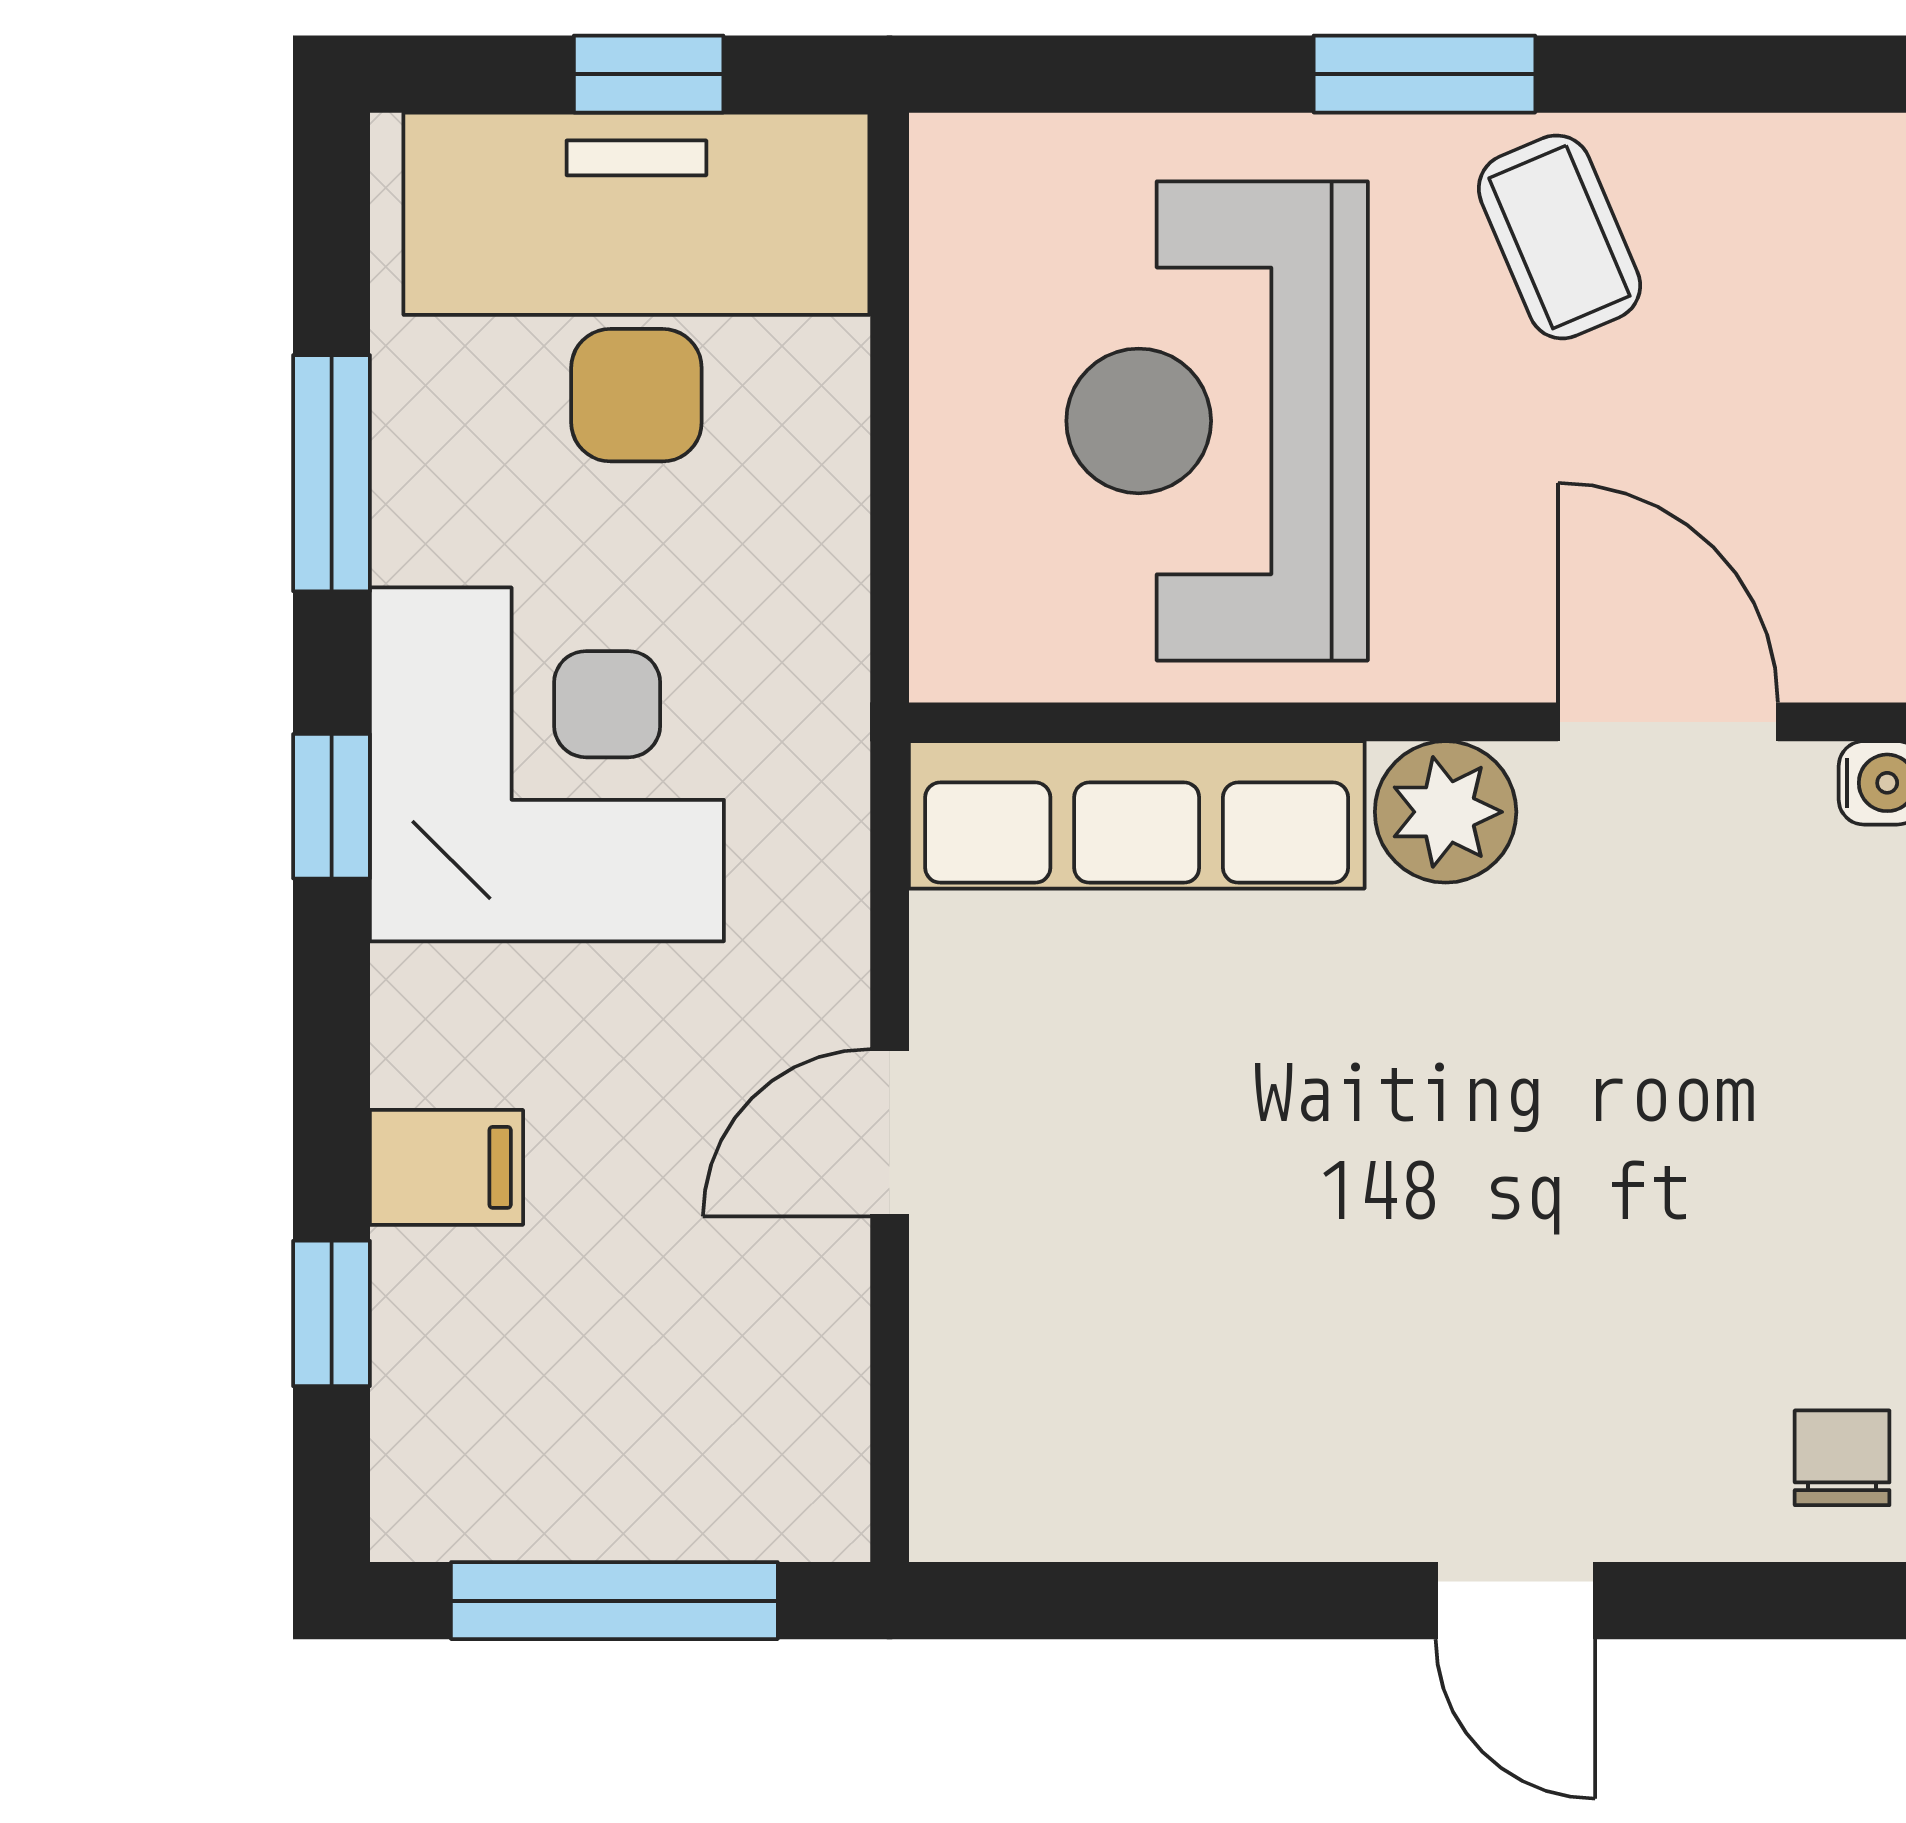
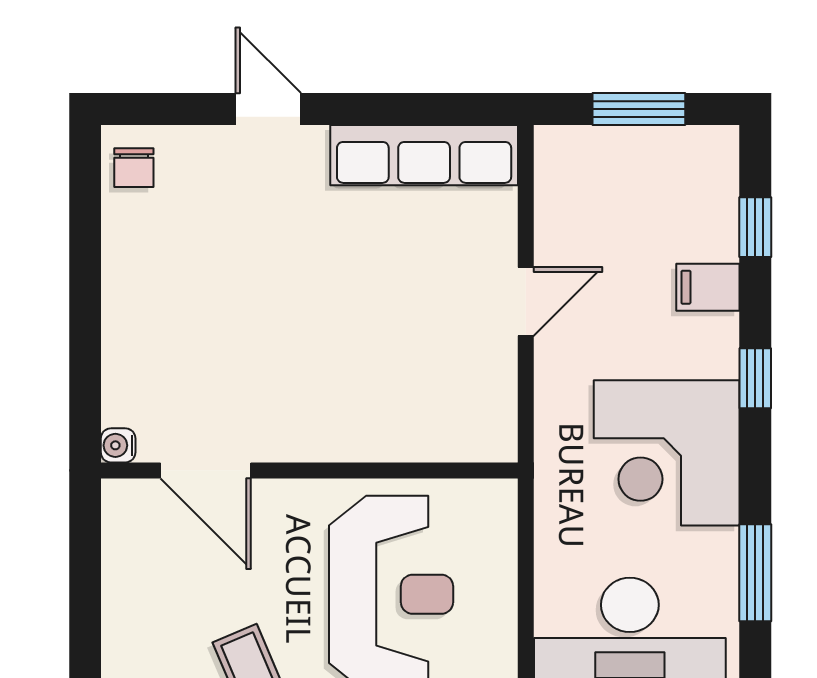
window: (332, 806) -> (755, 378), moved
plant: (1446, 812) -> (297, 433), removed
row of seats: (1137, 815) -> (424, 155), moved, turned 180
window: (614, 1601) -> (639, 109), width x0.69

